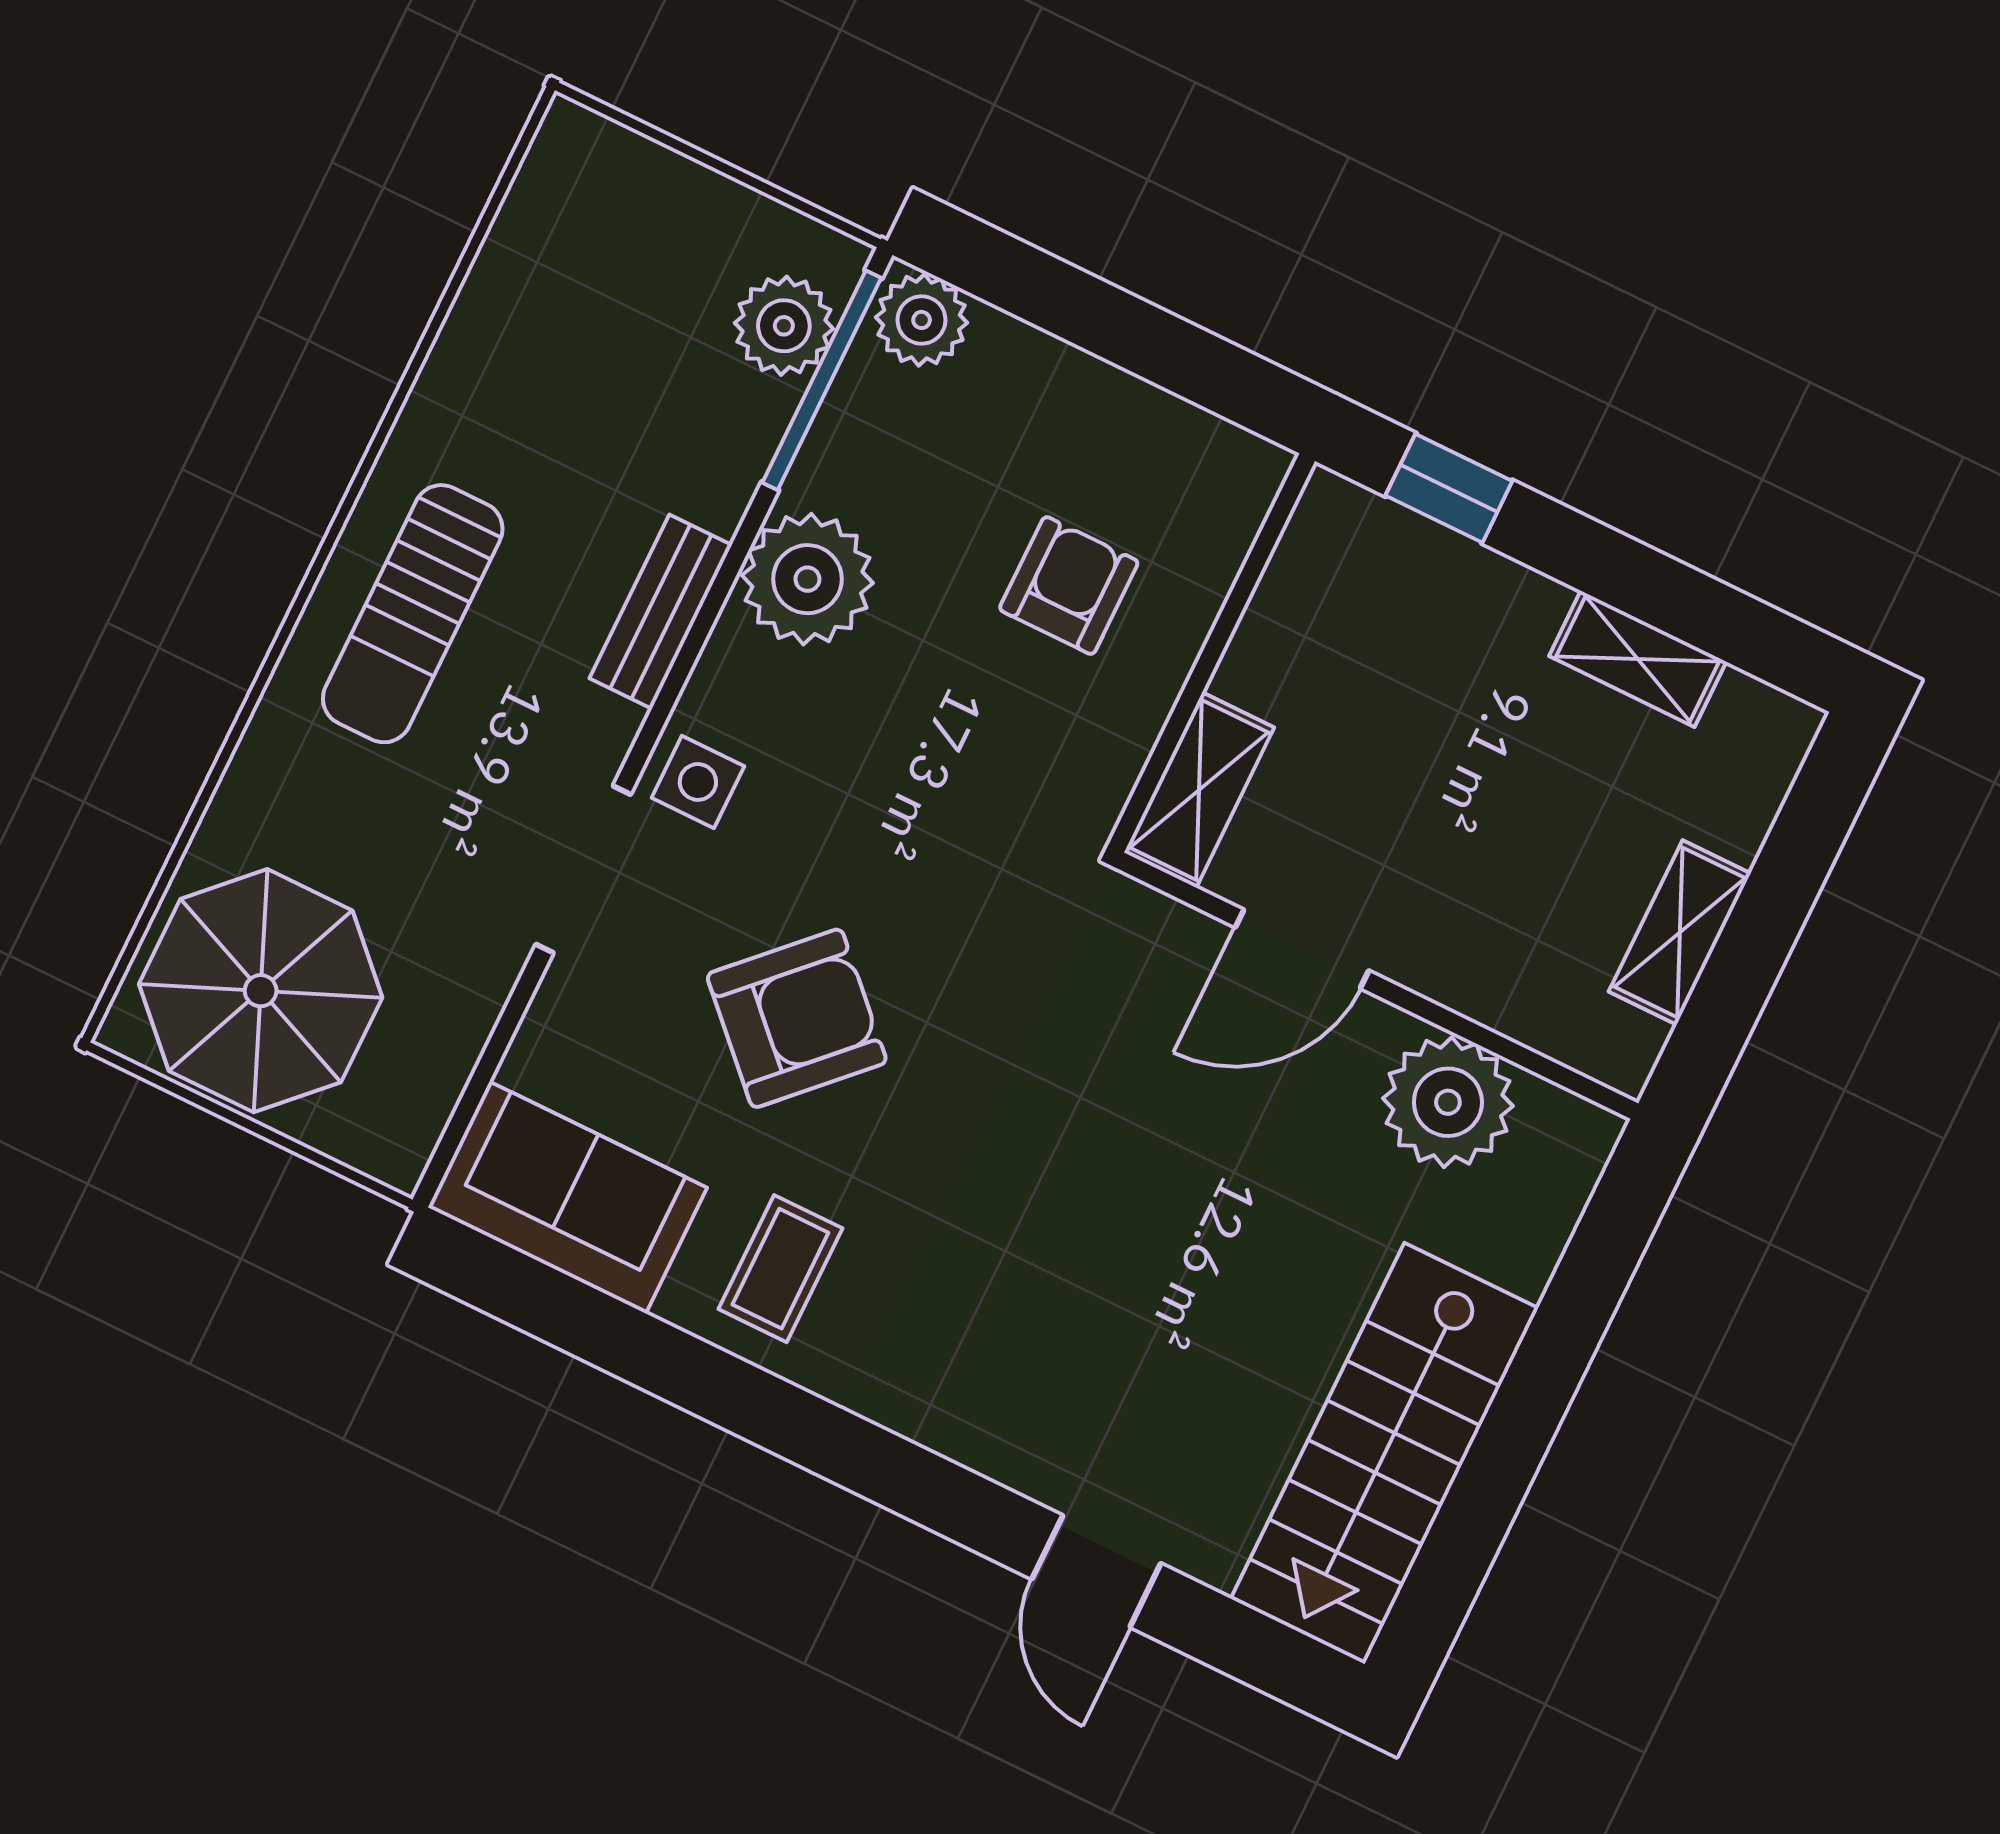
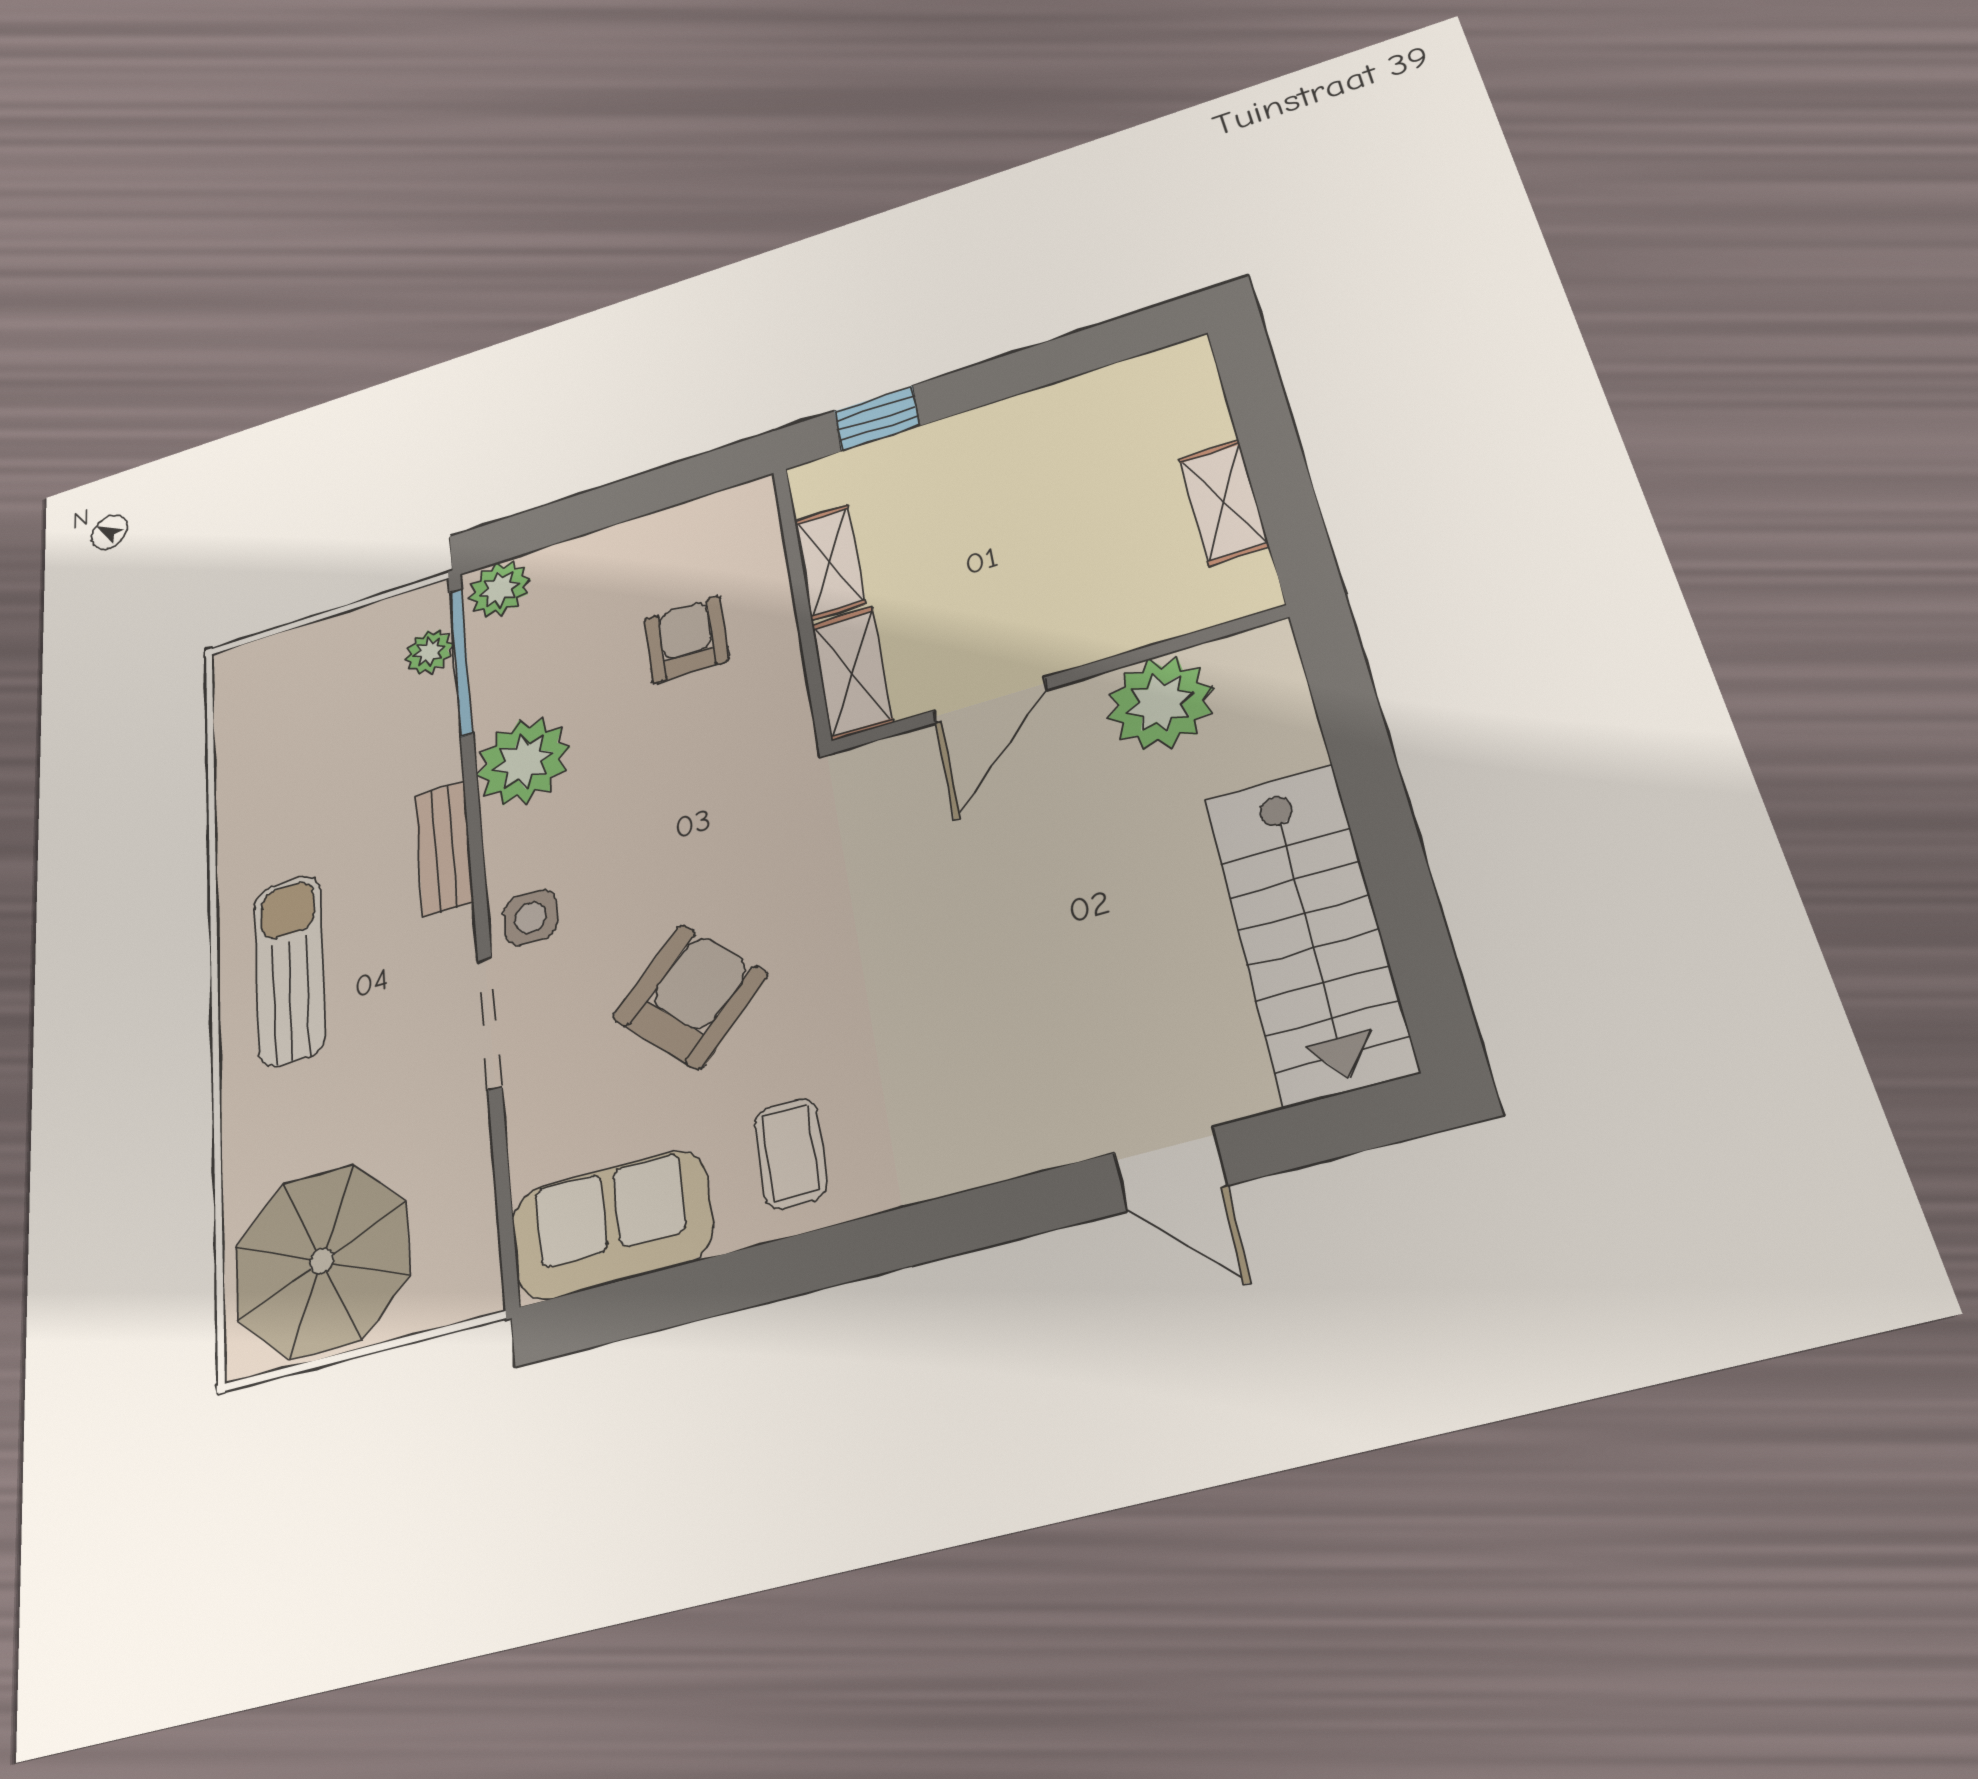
plant: (784, 326) -> (429, 652), width x0.73, depth x0.73
sun lounger: (413, 614) -> (290, 970), turned 180
shelving: (1638, 659) -> (830, 562), moved, turned 90

